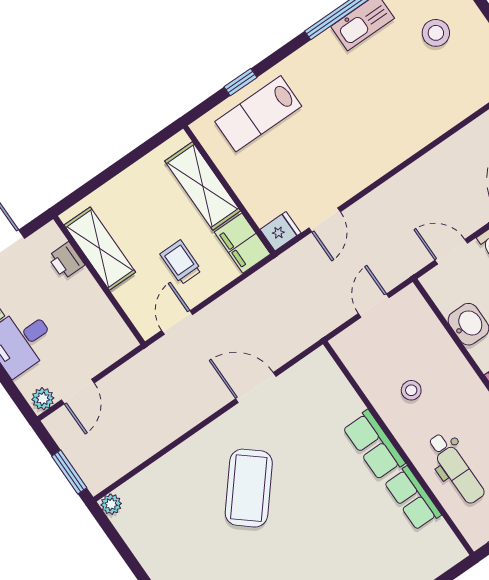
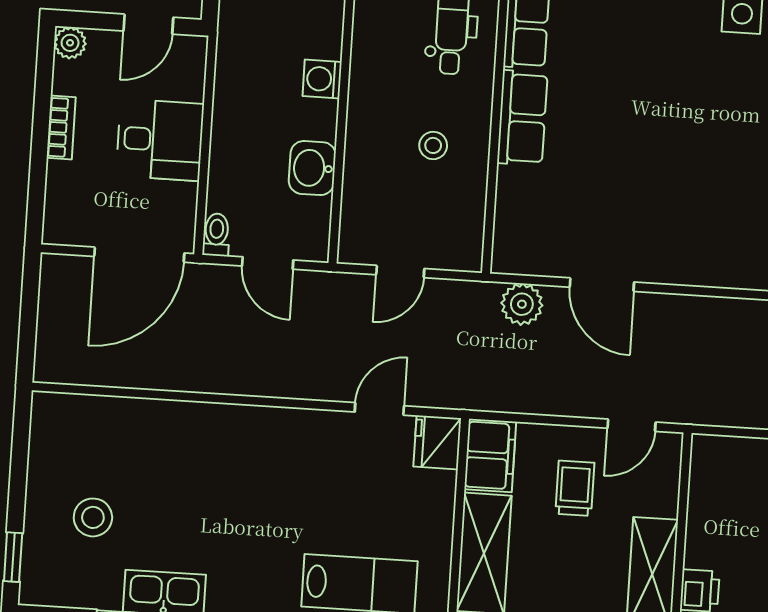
fridge: (280, 231) -> (437, 442), width x1.38
trolley: (181, 262) -> (575, 488), turned 180
plant: (292, 341) -> (522, 304), added
coffee table: (249, 488) -> (698, 180), removed

